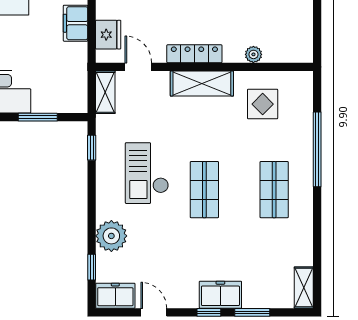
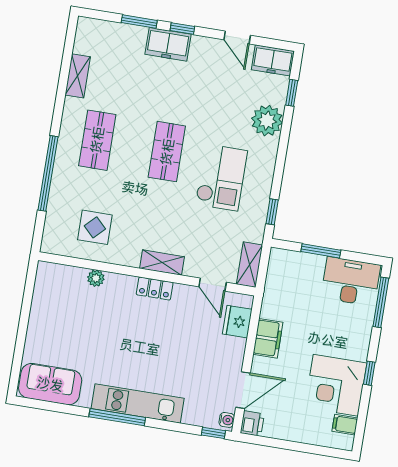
locker: (194, 54) -> (155, 289), width x0.66
shelving: (202, 83) -> (162, 263), width x0.67, depth x0.75
shelving: (304, 288) -> (78, 76), moved

